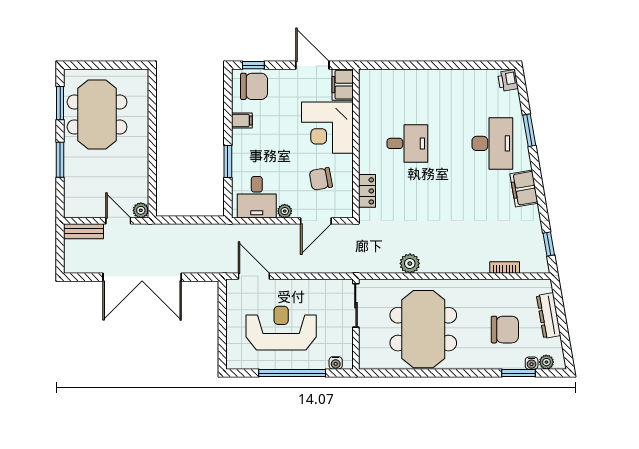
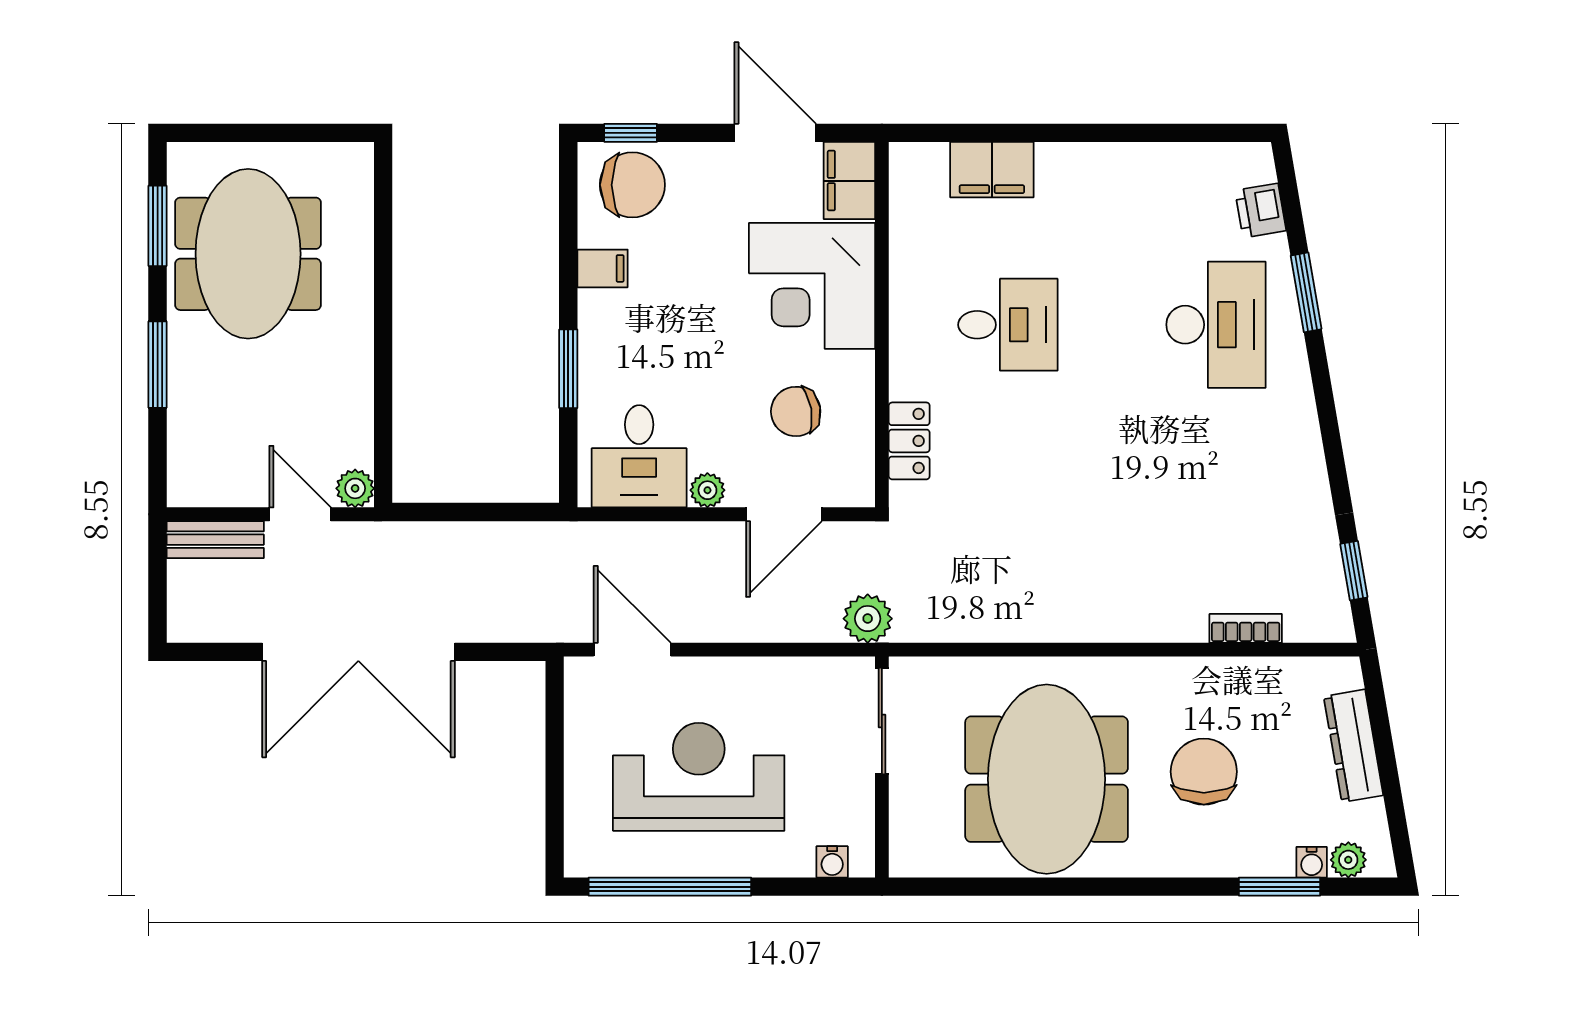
printer: (508, 80) -> (1261, 211), moved
filing cabinet: (524, 188) -> (992, 170), moved, turned -80
plant: (410, 263) -> (868, 619), moved
chair: (505, 330) -> (1204, 772), moved, turned -90
window: (292, 373) -> (670, 887), moved

